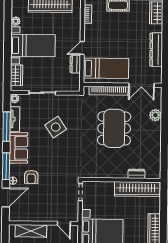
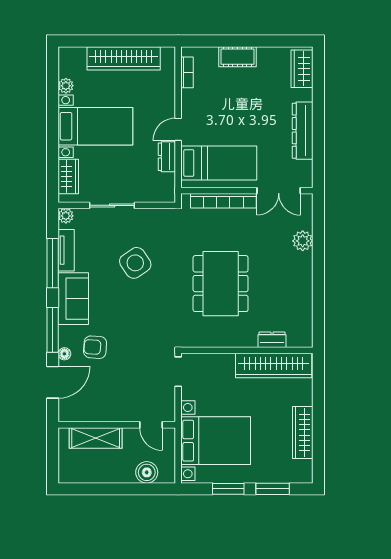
dining table: (114, 128) -> (221, 284), moved
armchair: (31, 177) -> (95, 347), turned 94

